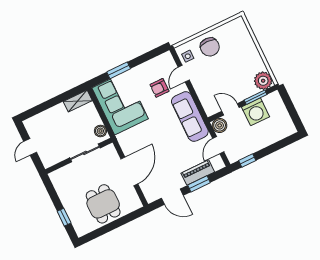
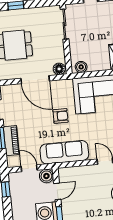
armchair: (159, 88) -> (60, 116), moved, turned 90
floor lamp: (110, 152) -> (59, 69), added
sliding door: (85, 153) -> (64, 24), moved

